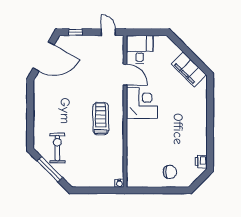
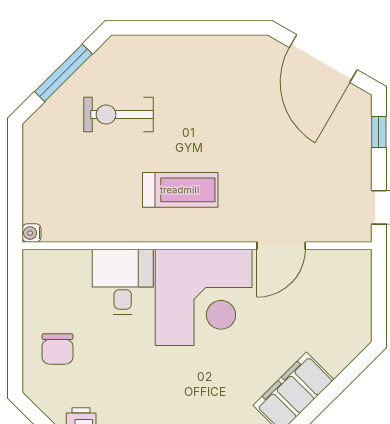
desk: (140, 50) -> (123, 282), moved, turned -90
corner desk: (142, 103) -> (204, 297), width x1.36, depth x1.36
exercise bike: (57, 148) -> (119, 115), moved, turned 180

